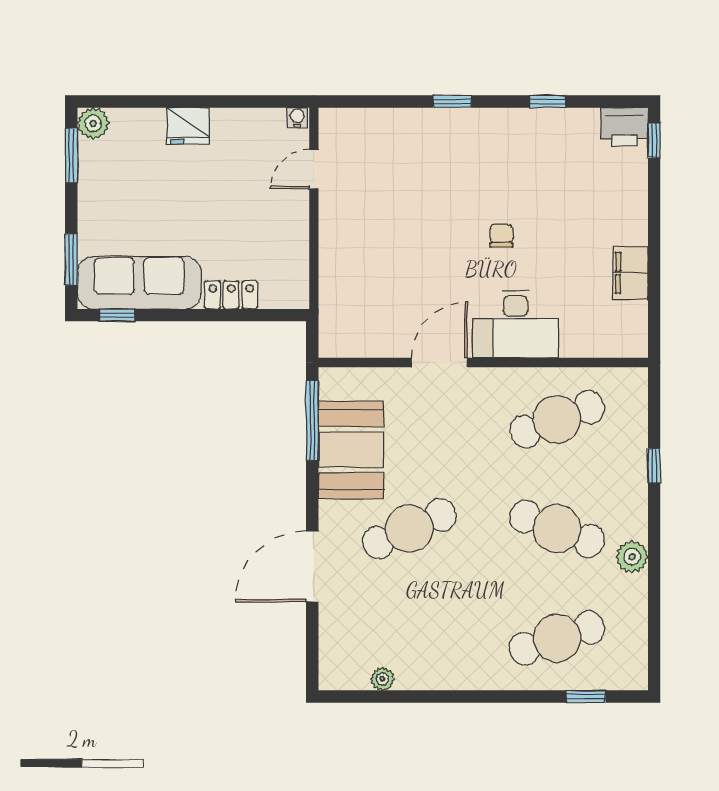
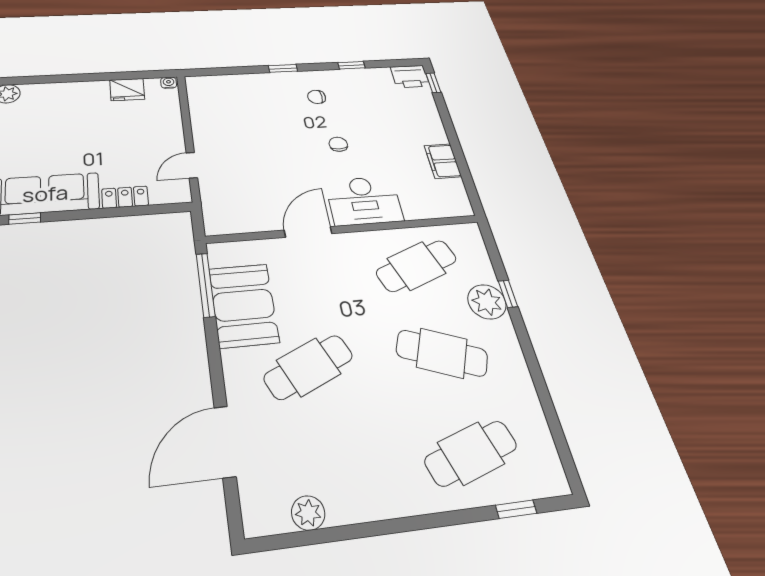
fridge: (188, 126) -> (127, 89), moved
chair: (489, 155) -> (317, 97), added
door: (314, 169) -> (192, 165), moved
plant: (632, 557) -> (487, 302), moved, width x1.36, depth x1.36
door: (312, 566) -> (225, 442), moved
plant: (382, 679) -> (308, 513), width x1.38, depth x1.38

